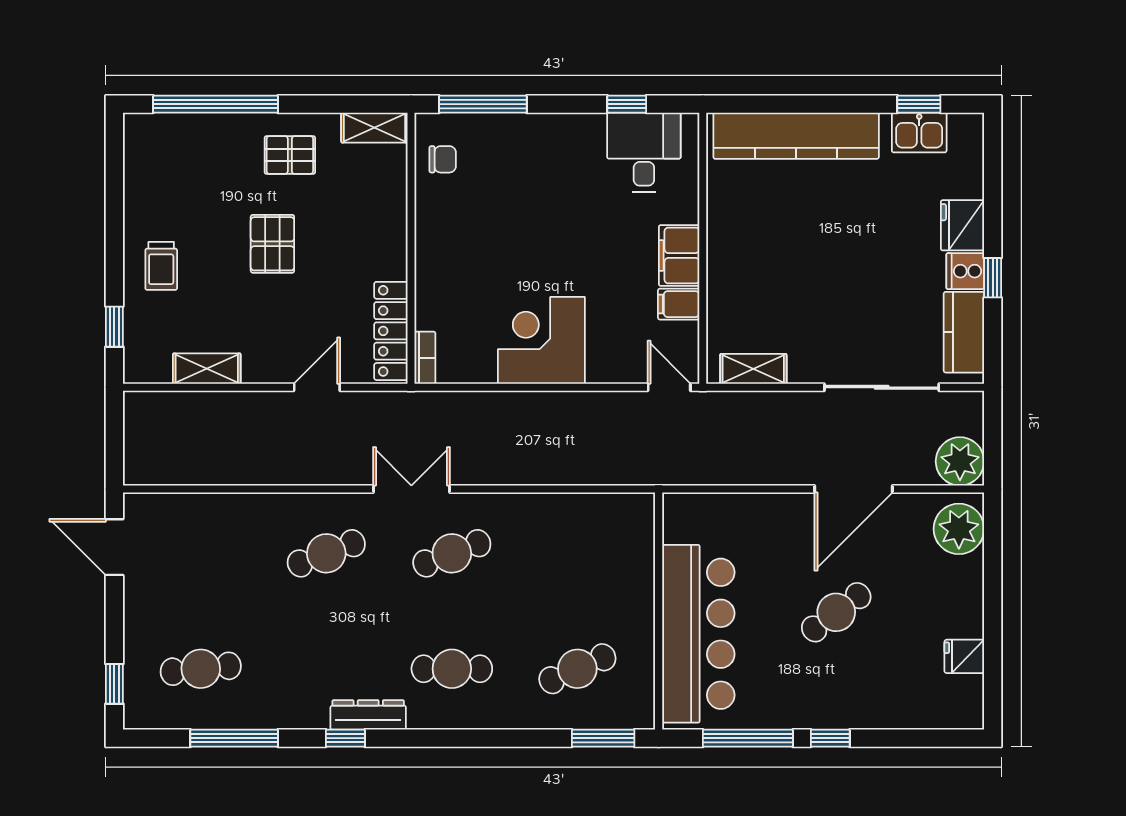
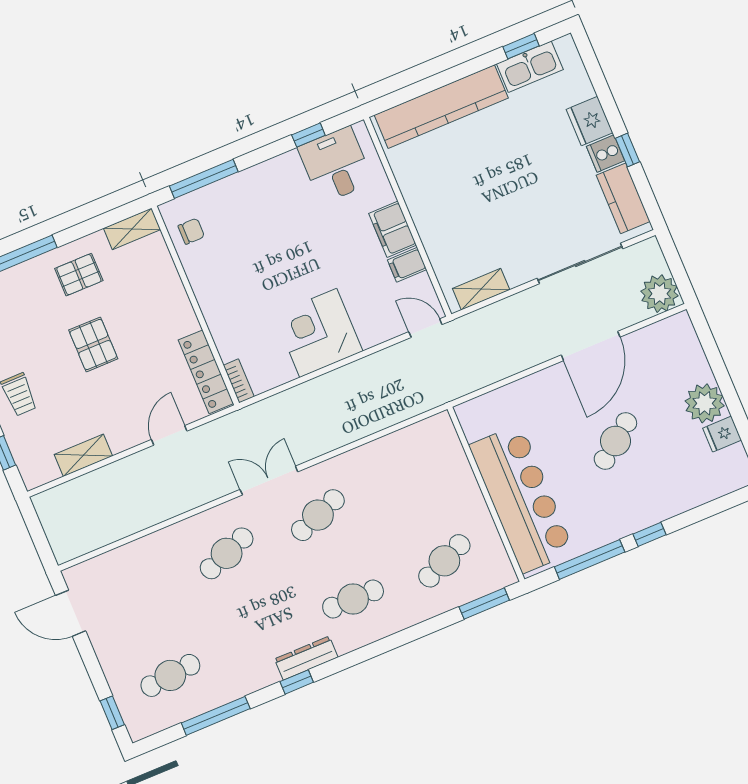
kitchen sink: (919, 132) -> (530, 67), width x1.38
plant: (959, 529) -> (705, 403), moved

